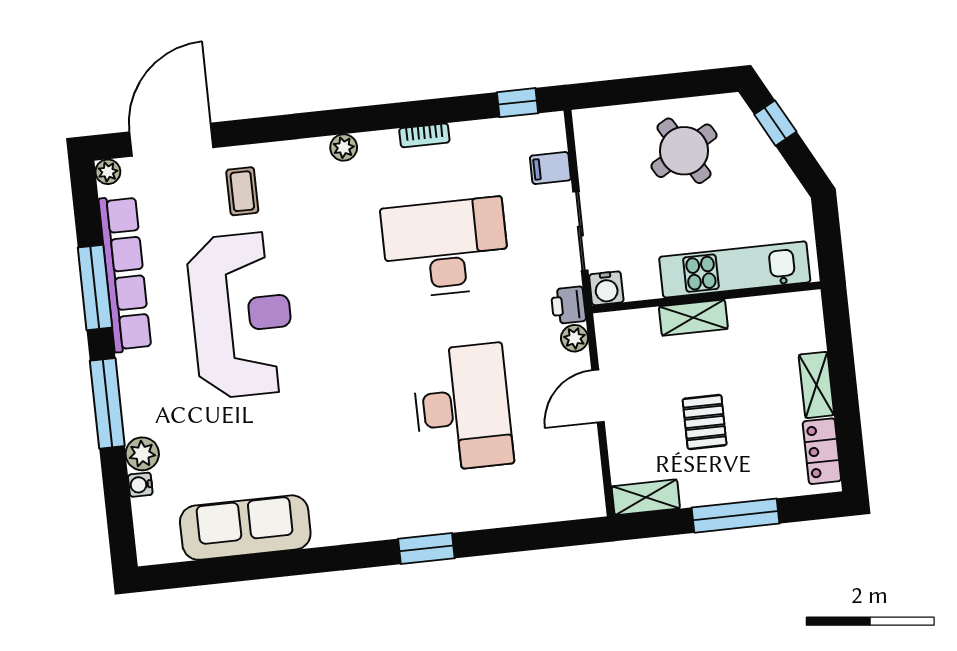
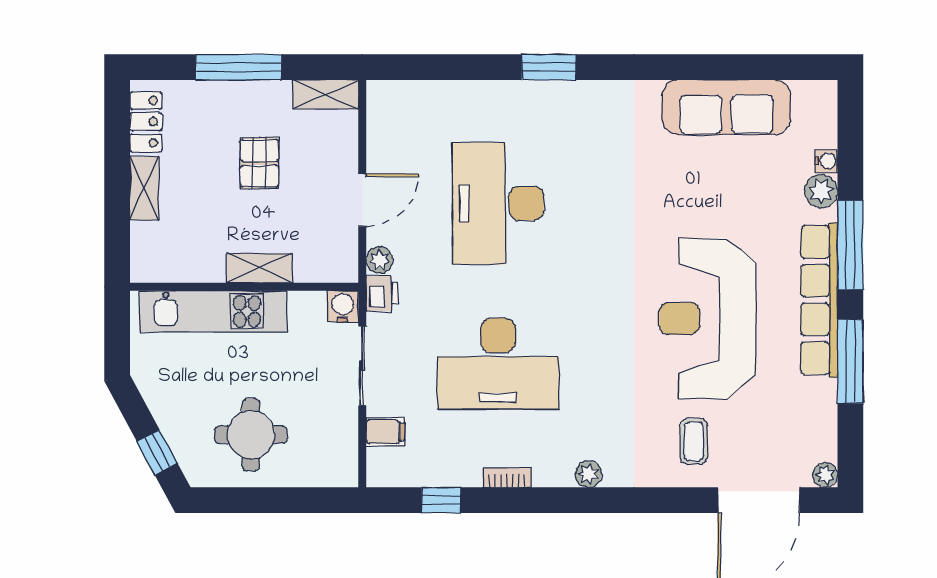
window: (517, 103) -> (441, 500), moved
round table: (684, 151) -> (251, 435), turned 30
row of seats: (125, 274) -> (819, 300), moved

